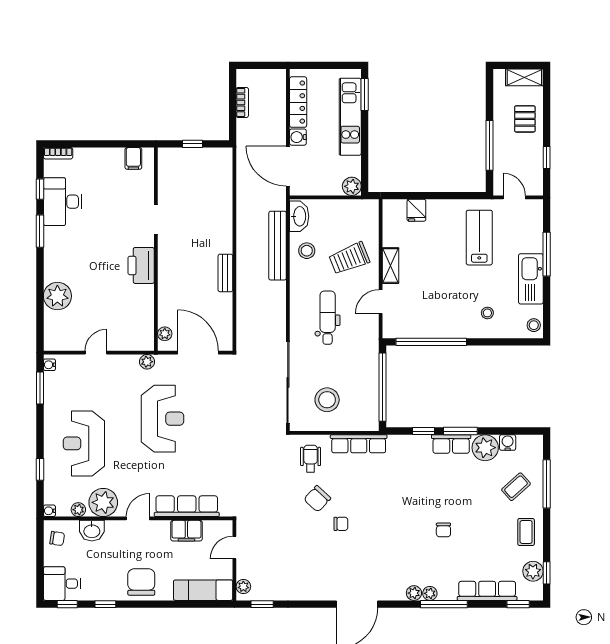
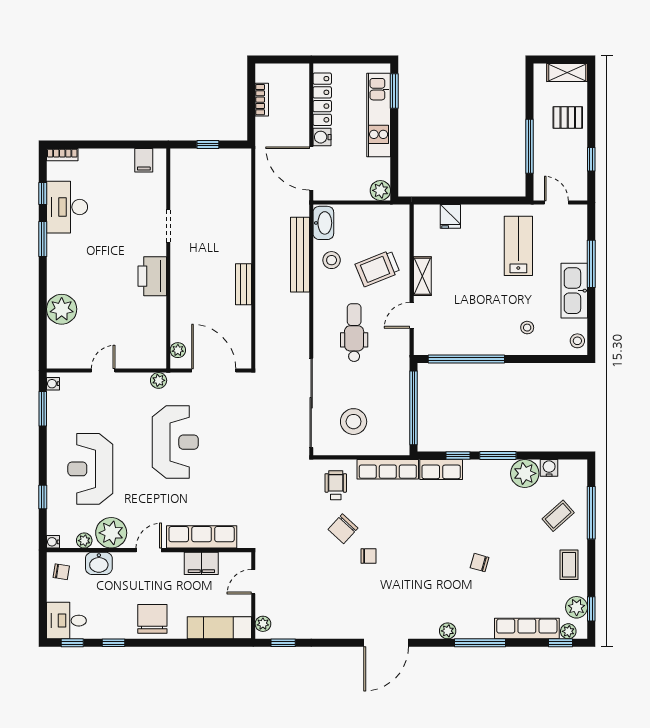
pallet: (525, 119) -> (568, 117), turned 90
row of seats: (451, 444) -> (441, 469), moved
chair: (443, 530) -> (480, 563), turned 106
plant: (430, 593) -> (568, 631), moved

